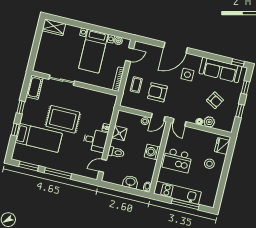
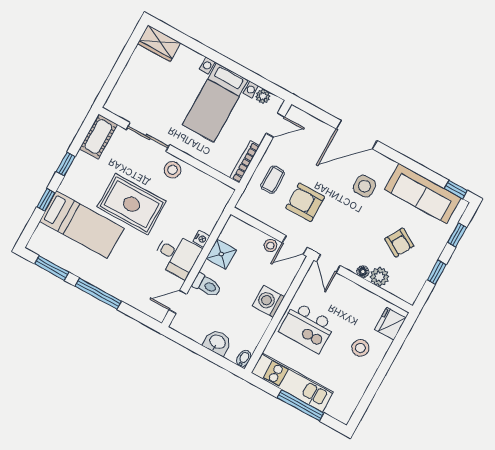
stool: (80, 94) -> (172, 170), added

